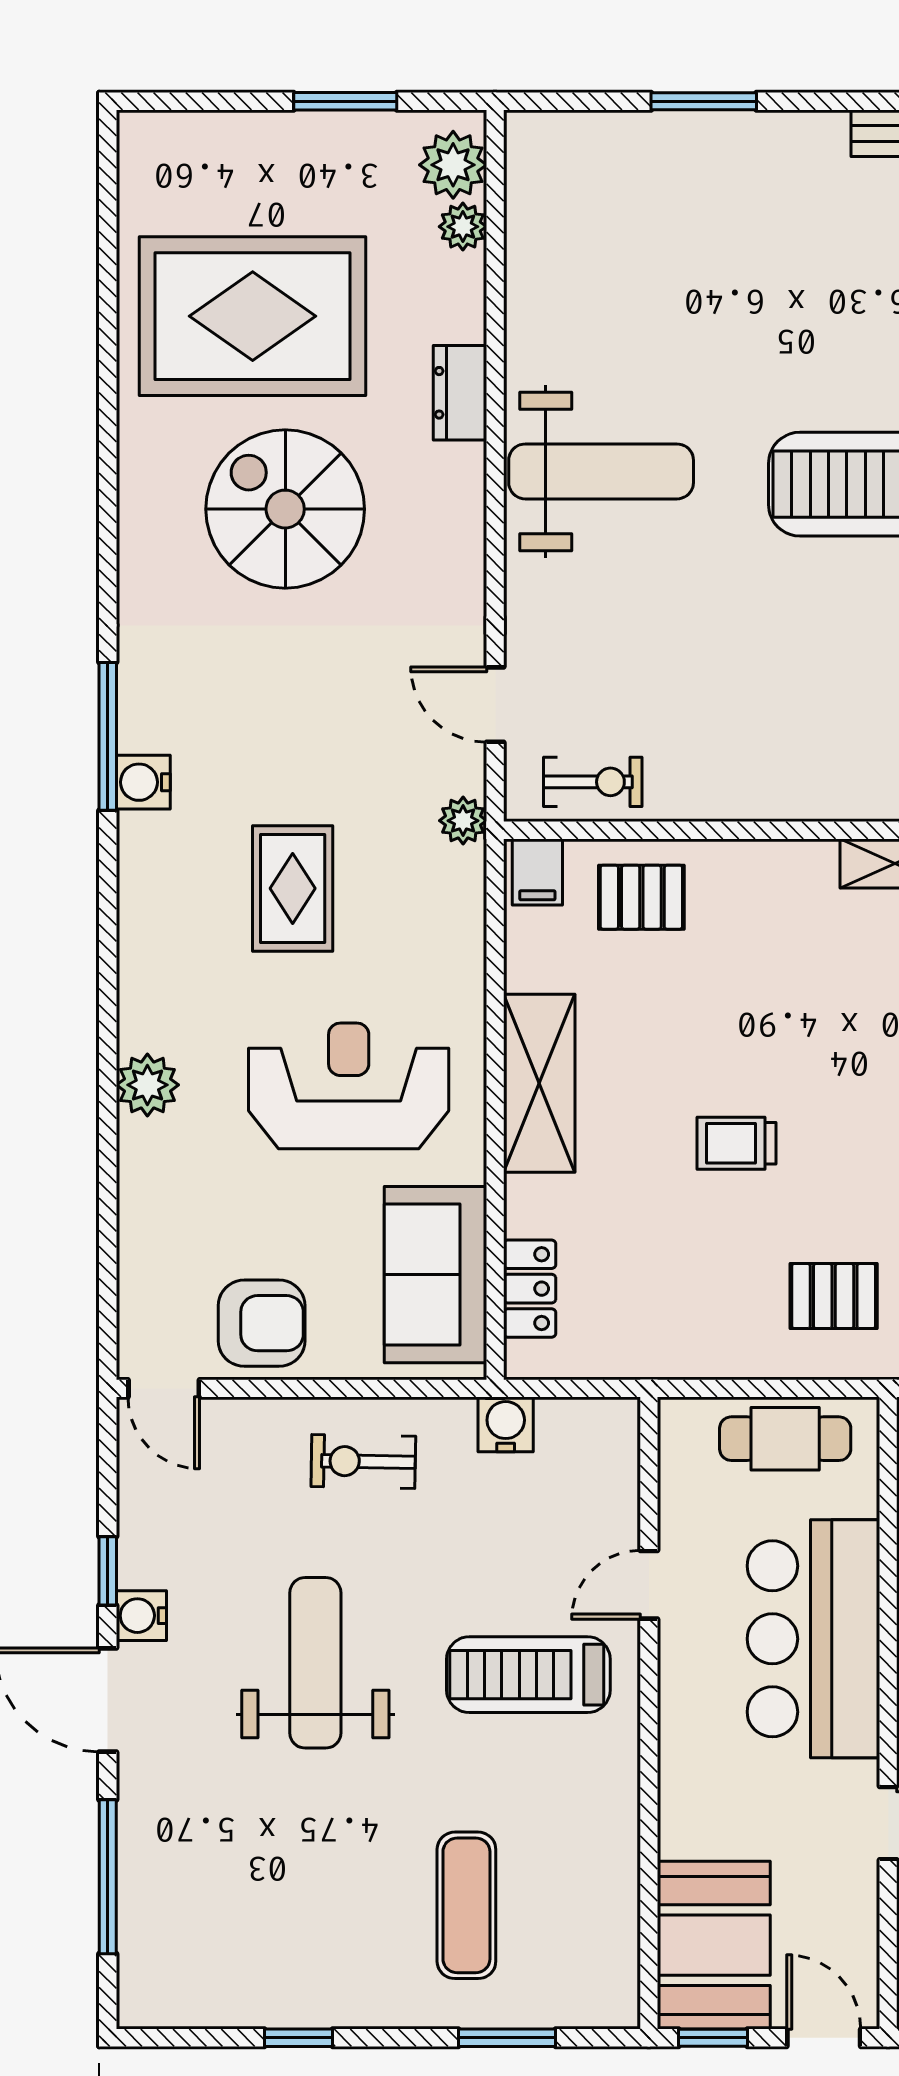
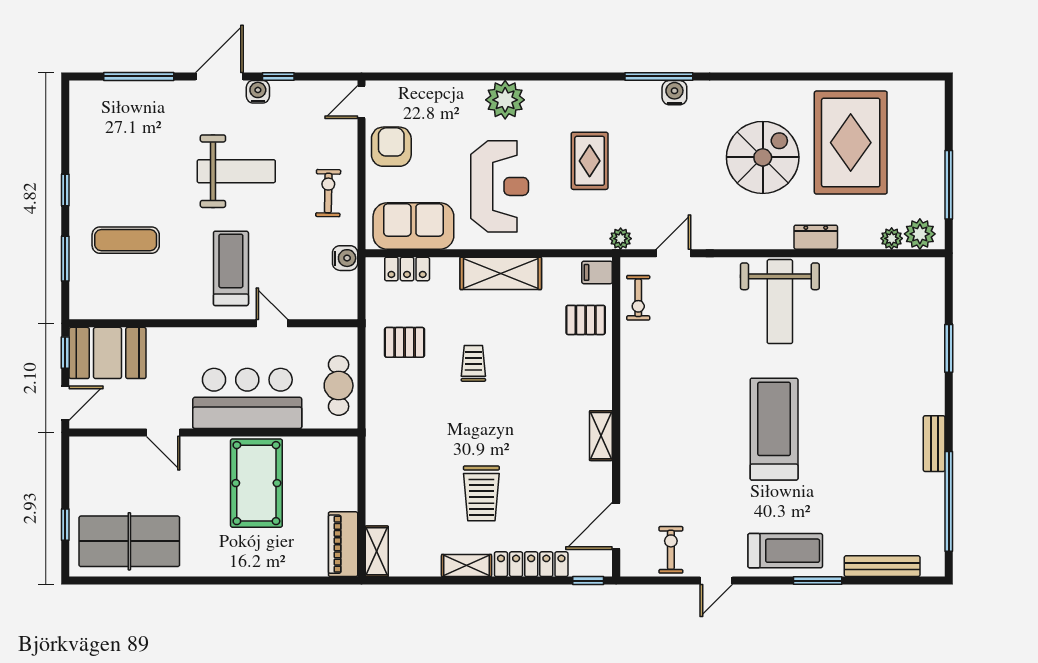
window: (345, 101) -> (949, 185), width x1.44
water cooler: (143, 782) -> (674, 93), moved
rug: (293, 888) -> (590, 161), turned 90
pallet: (641, 897) -> (586, 320), turned 90
plant: (147, 1085) -> (505, 100), width x1.36, depth x1.36
pallet: (834, 1296) -> (405, 342), moved, turned 90
armchair: (262, 1323) -> (391, 147), turned 180
window: (299, 2038) -> (65, 190), moved

